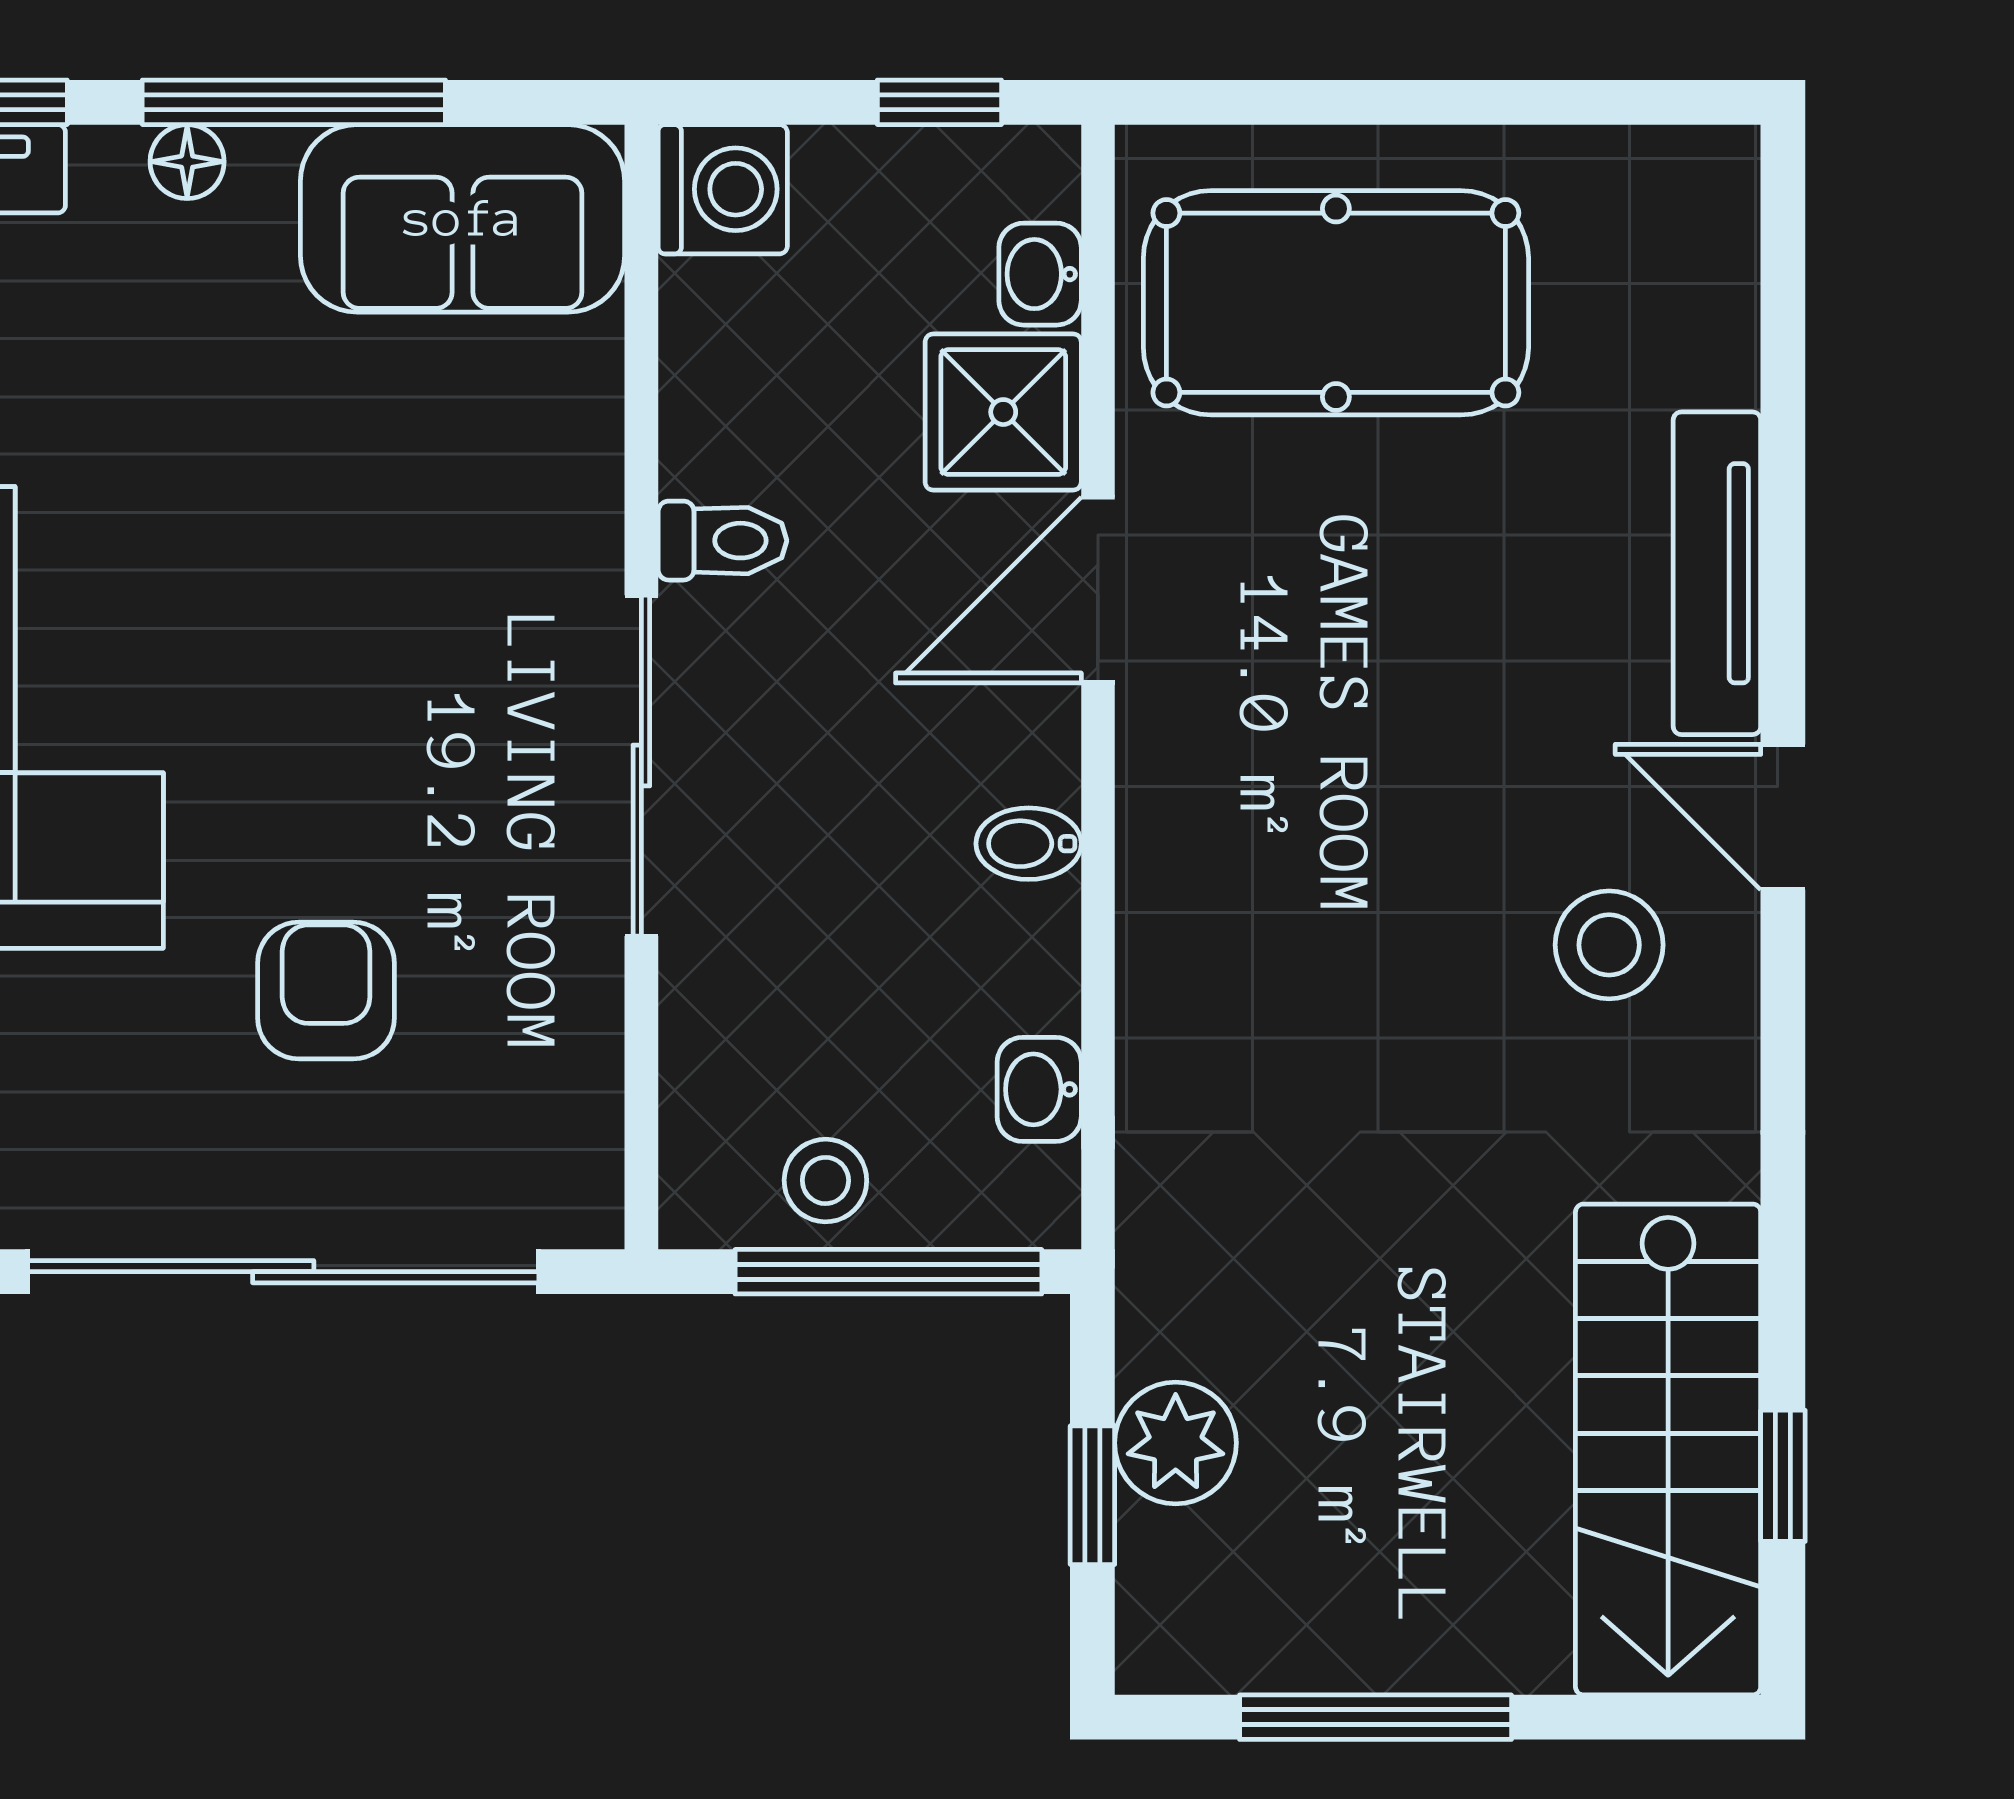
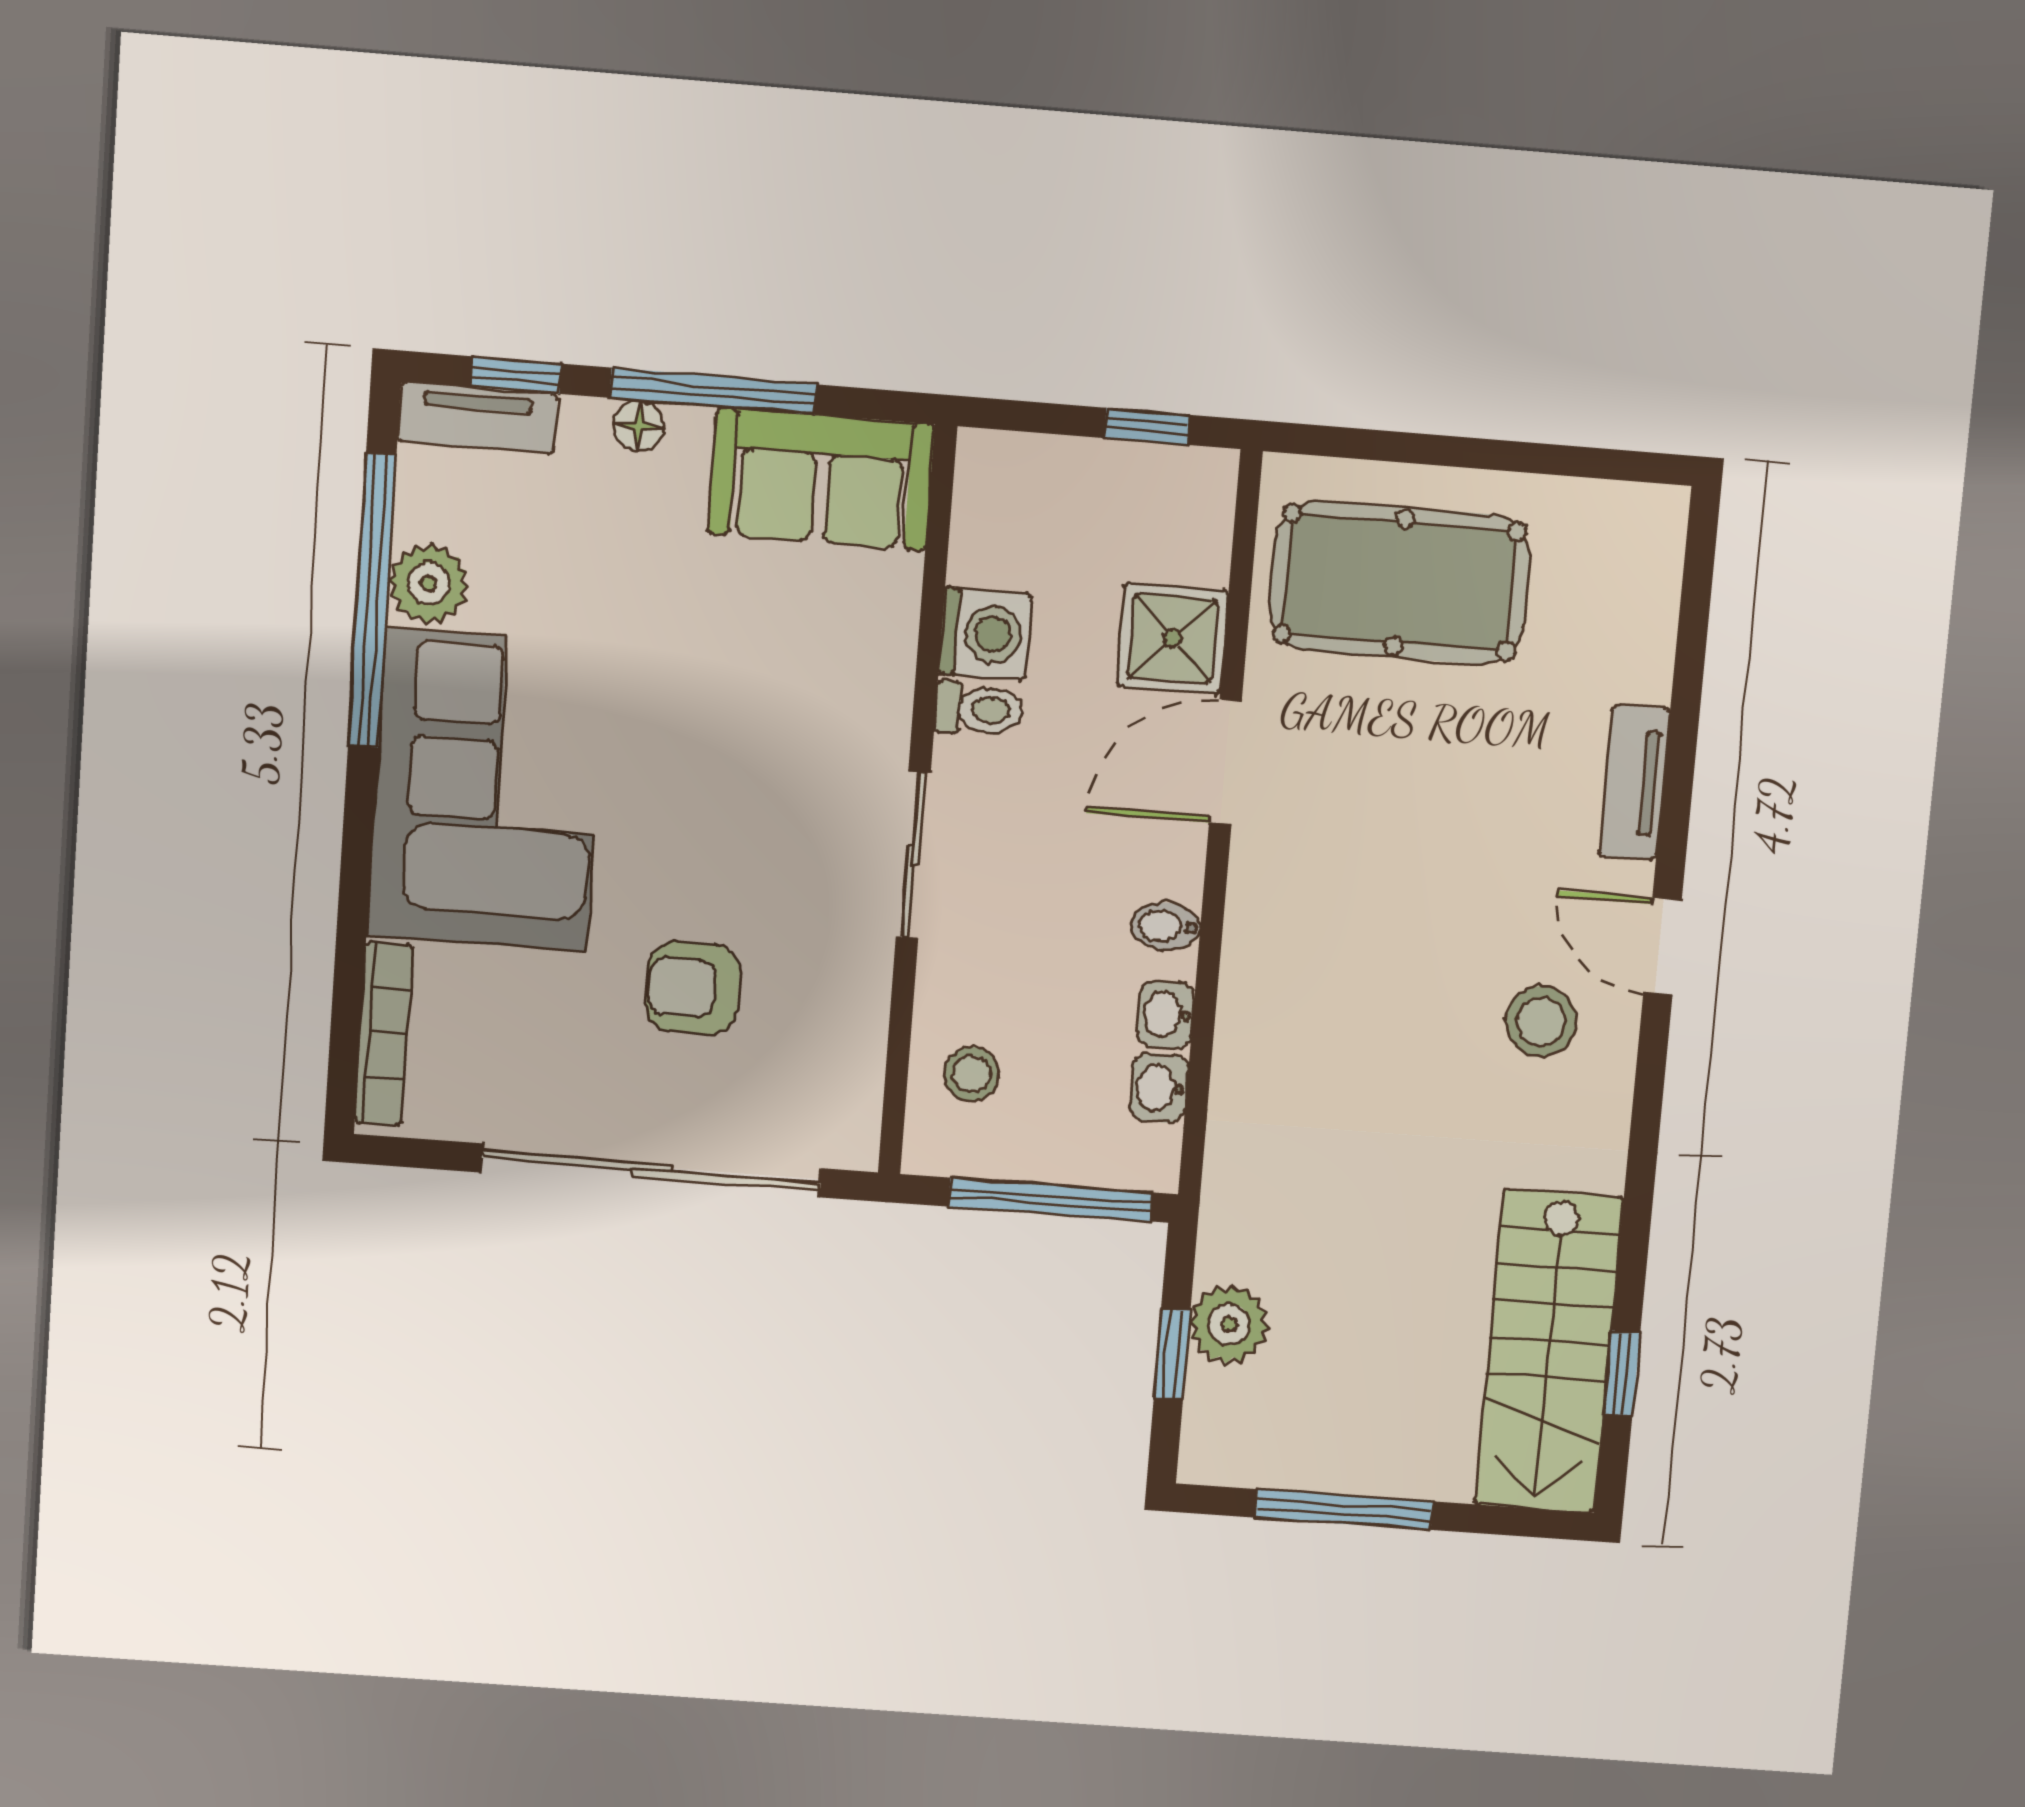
washing machine: (723, 189) -> (985, 634), moved
washbasin: (1040, 274) -> (1166, 1015), moved
tv unit: (1717, 573) -> (1635, 783), width x0.71
sliding door: (641, 766) -> (913, 855), width x0.73
armchair: (326, 991) -> (693, 988), turned -90
stool: (825, 1181) -> (971, 1074), moved

